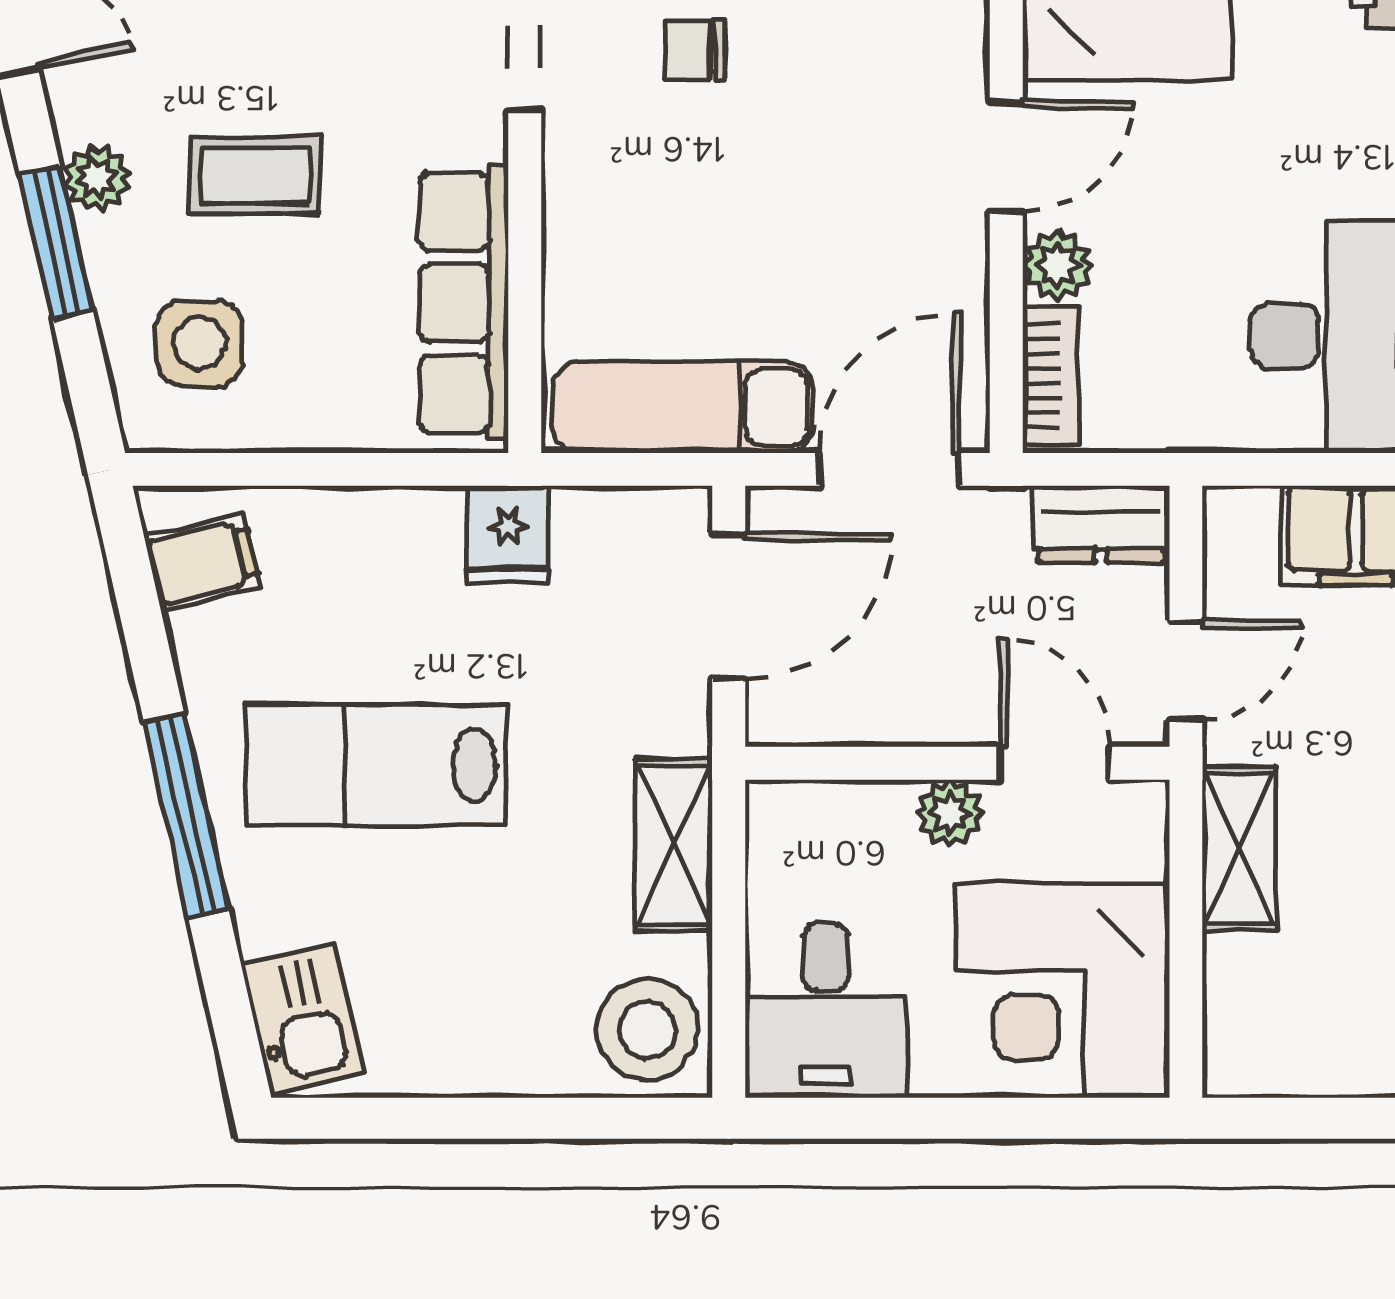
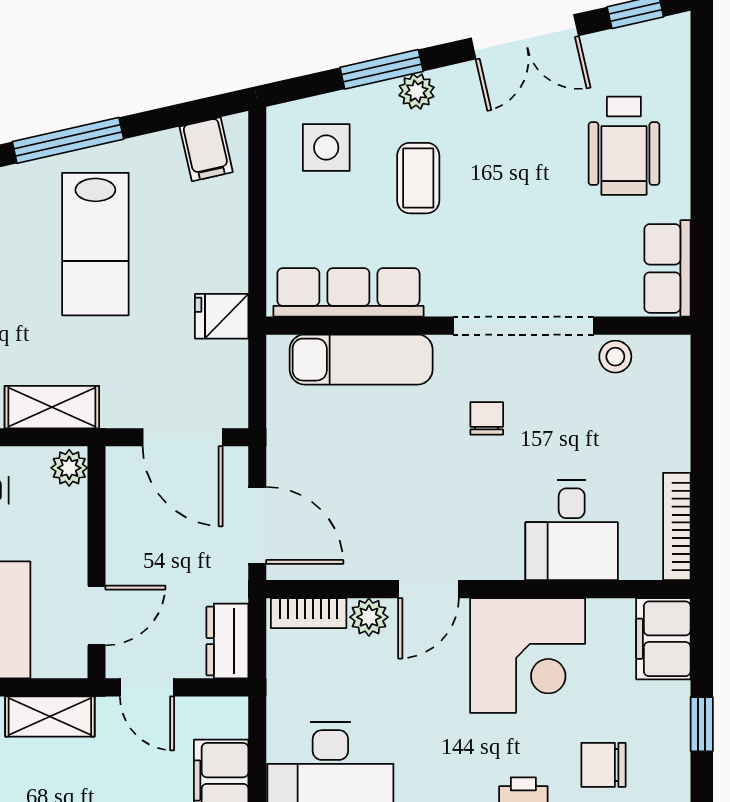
door: (1006, 156) -> (429, 589), hinge flipped
exam couch: (683, 407) -> (361, 360), moved, turned 90
lab bench: (376, 765) -> (95, 244), turned 180
plant: (950, 813) -> (69, 468), moved

